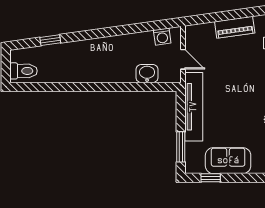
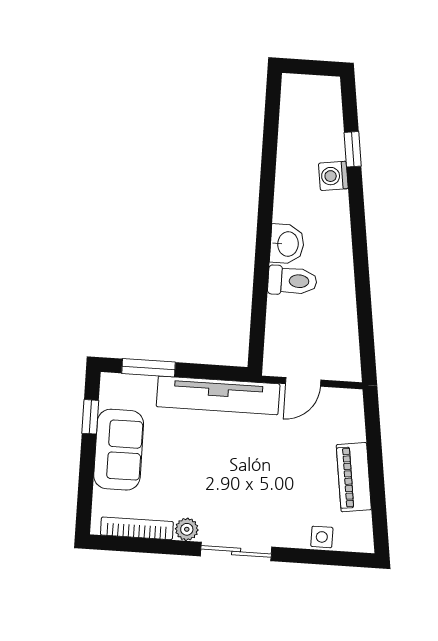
washing machine: (162, 37) -> (333, 176), moved
toilet: (23, 71) -> (292, 281), moved, turned -90
washbasin: (147, 74) -> (287, 244), moved

